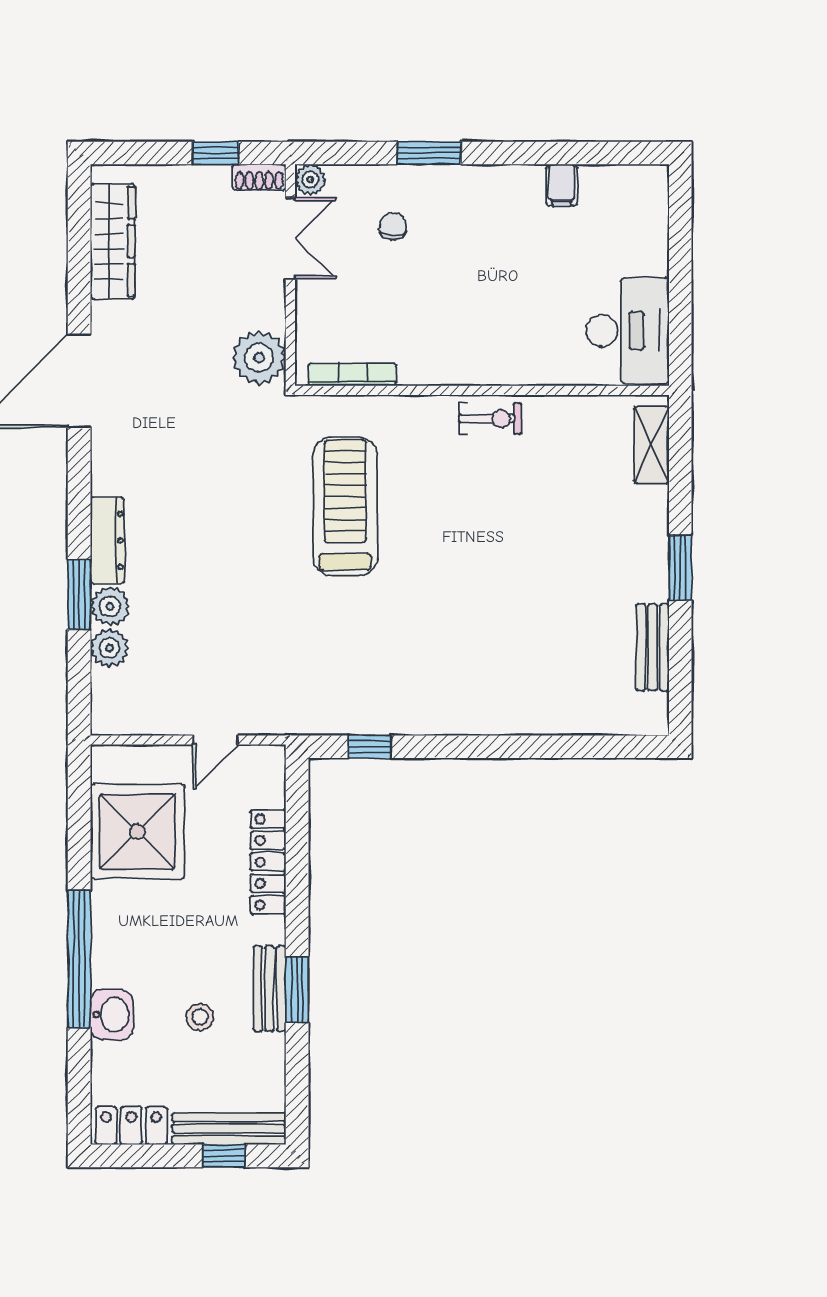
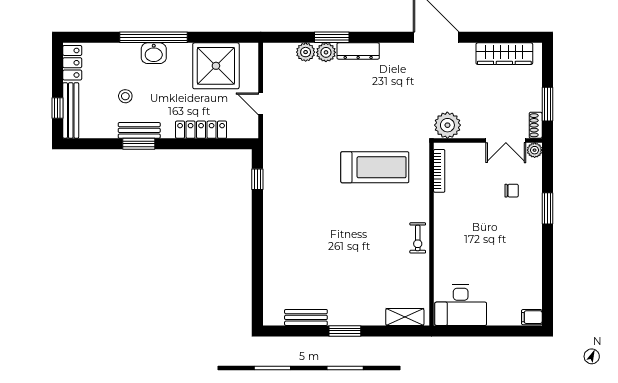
window: (216, 153) -> (547, 104), width x1.50
filing cabinet: (562, 185) -> (532, 317), moved
washbasin: (112, 1015) -> (154, 53), moved

